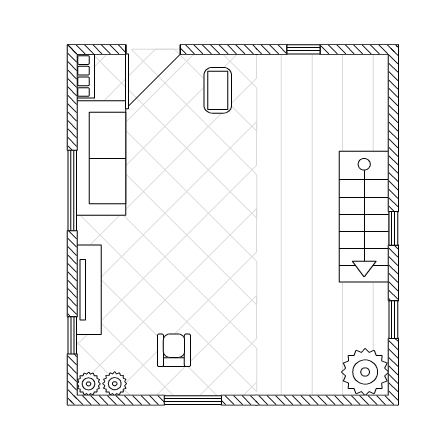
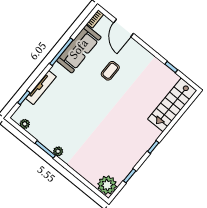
door: (153, 49) -> (124, 28), hinge flipped
coffee table: (218, 90) -> (110, 71), moved
stairs: (364, 217) -> (172, 105), moved
armchair: (174, 350) -> (52, 129), removed
plant: (89, 384) -> (58, 151), moved

